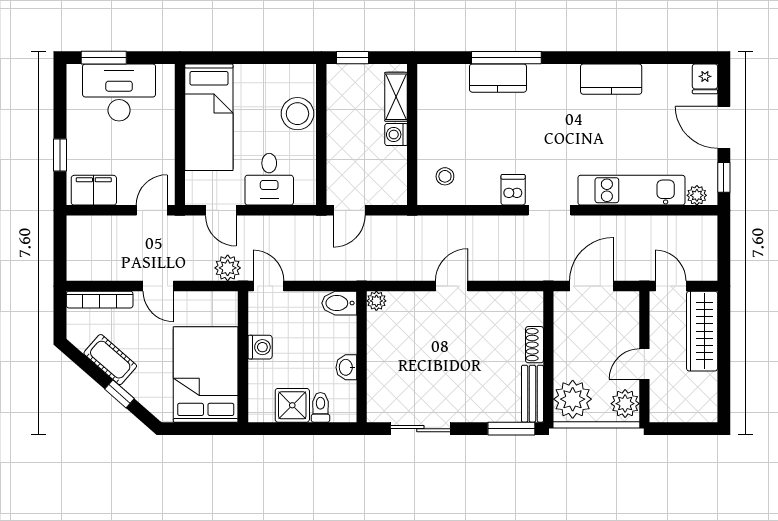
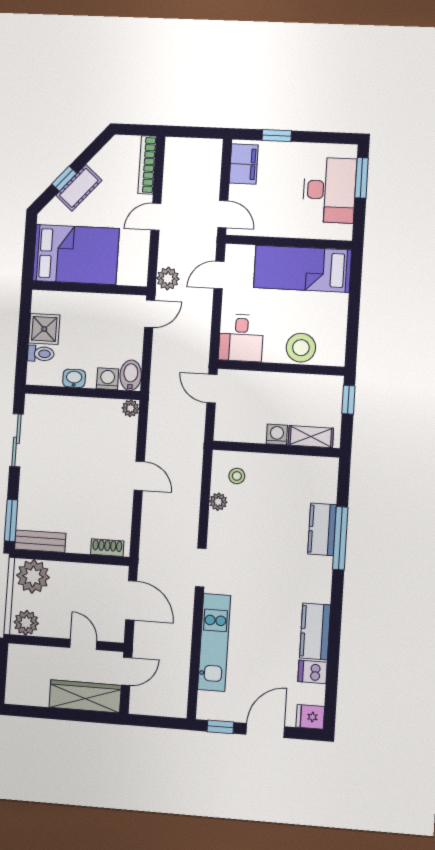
desk: (269, 179) -> (241, 338), moved, turned -90
dishwasher: (513, 190) -> (313, 672), moved, turned 180
plant: (697, 195) -> (218, 502), moved
shoe rack: (535, 345) -> (107, 548), moved
washing machine: (260, 347) -> (108, 379), moved, turned 180
cot: (110, 360) -> (79, 188), moved
door: (644, 364) -> (83, 644), moved

